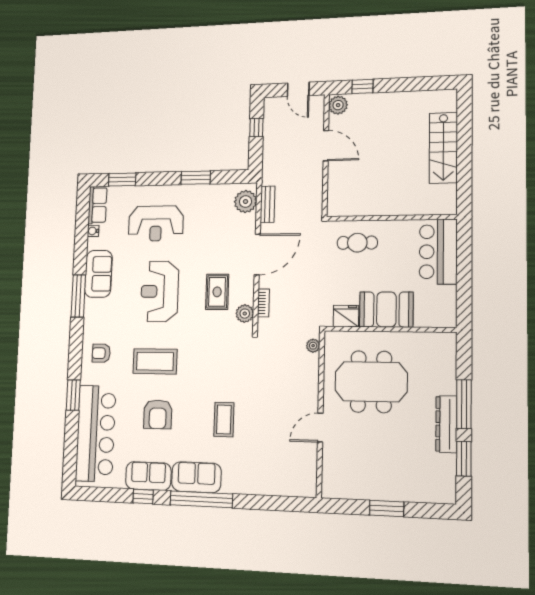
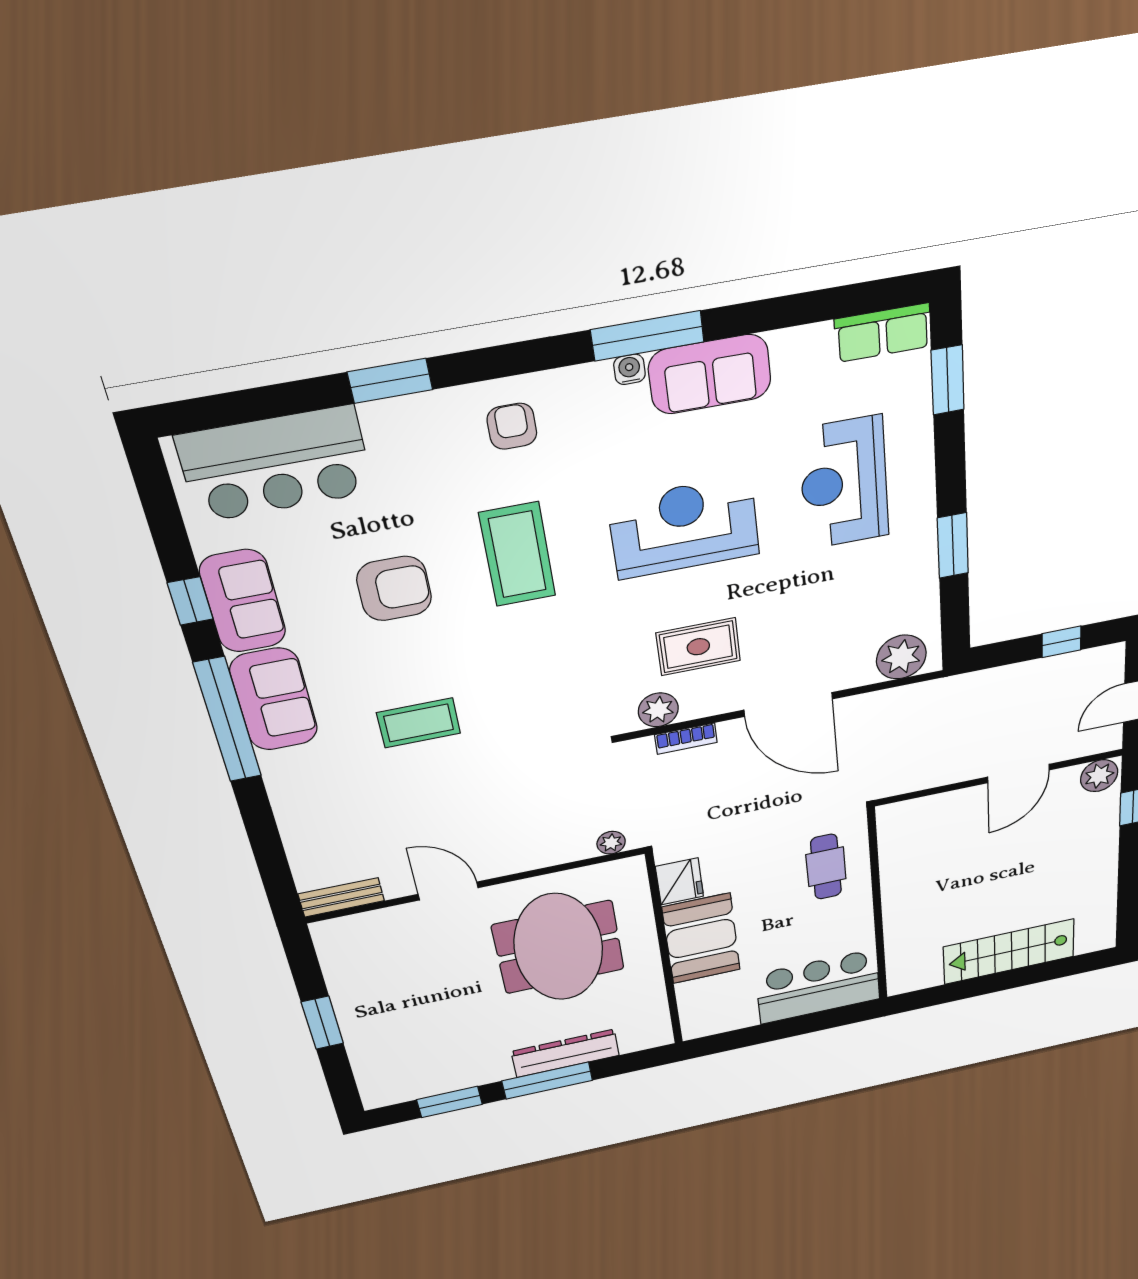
bench: (268, 204) -> (341, 897), moved
water cooler: (93, 231) -> (629, 369), moved
armchair: (158, 414) -> (394, 589), turned 180
dresser: (446, 424) -> (565, 1053), moved
bar counter: (96, 433) -> (276, 464), width x0.73

